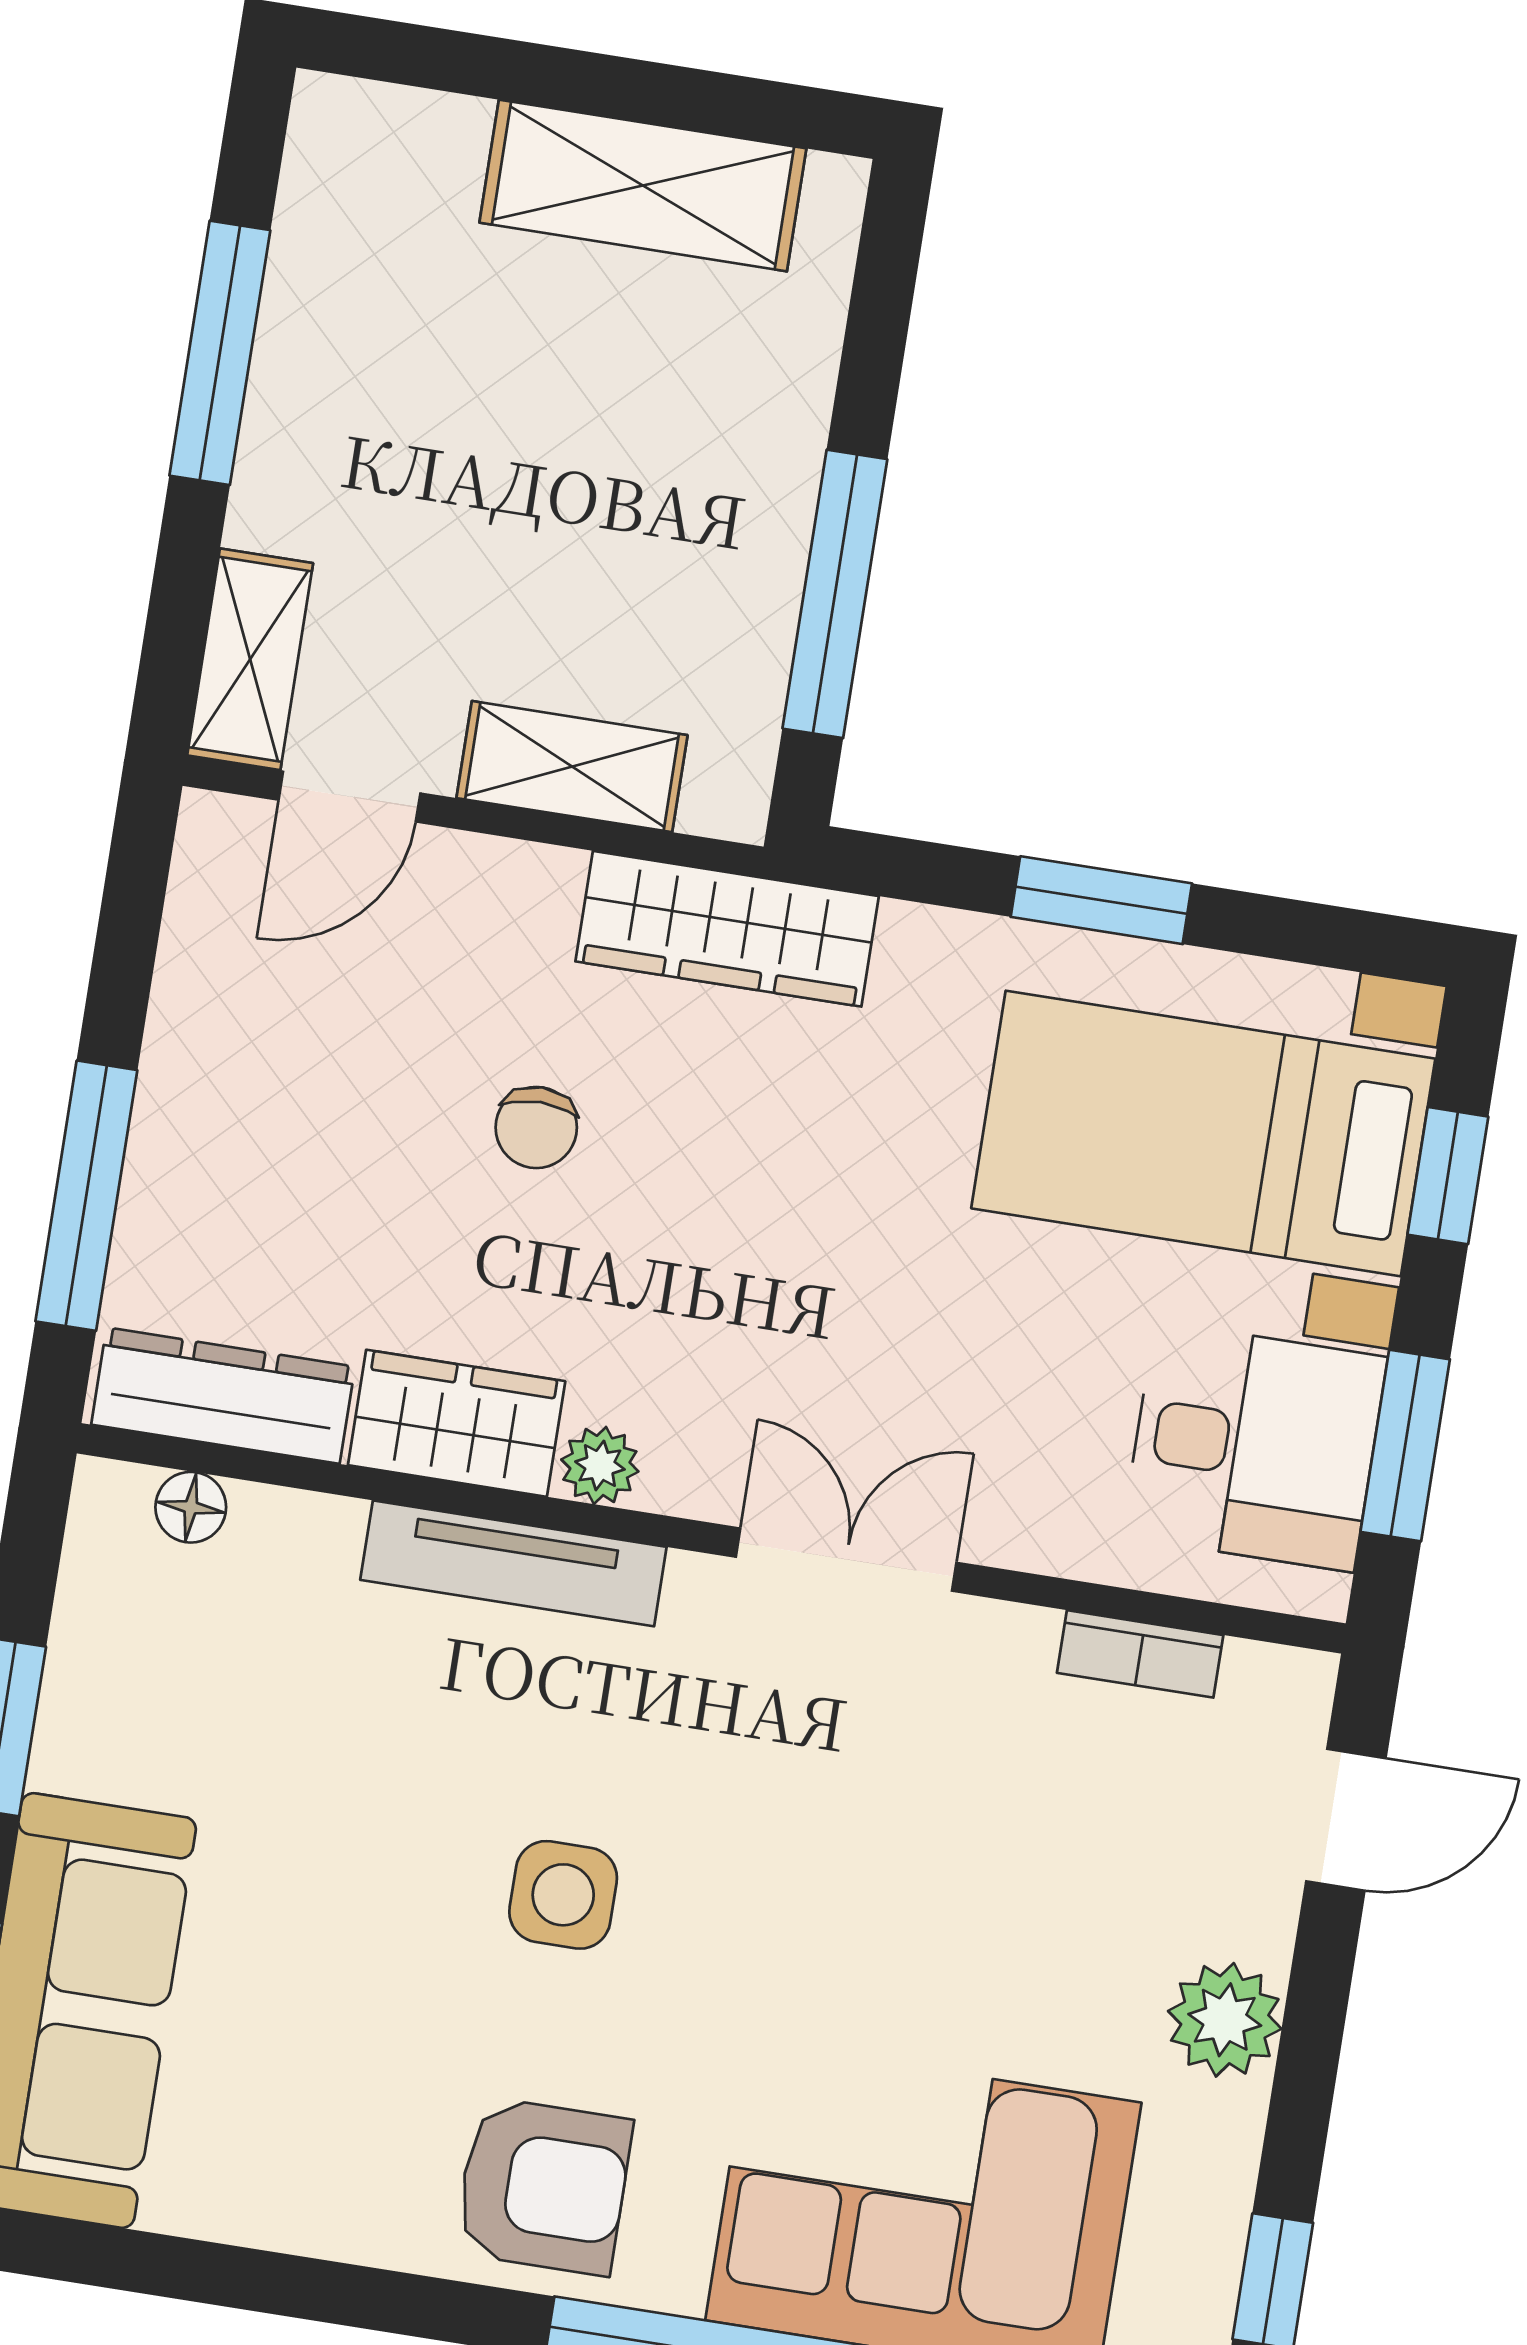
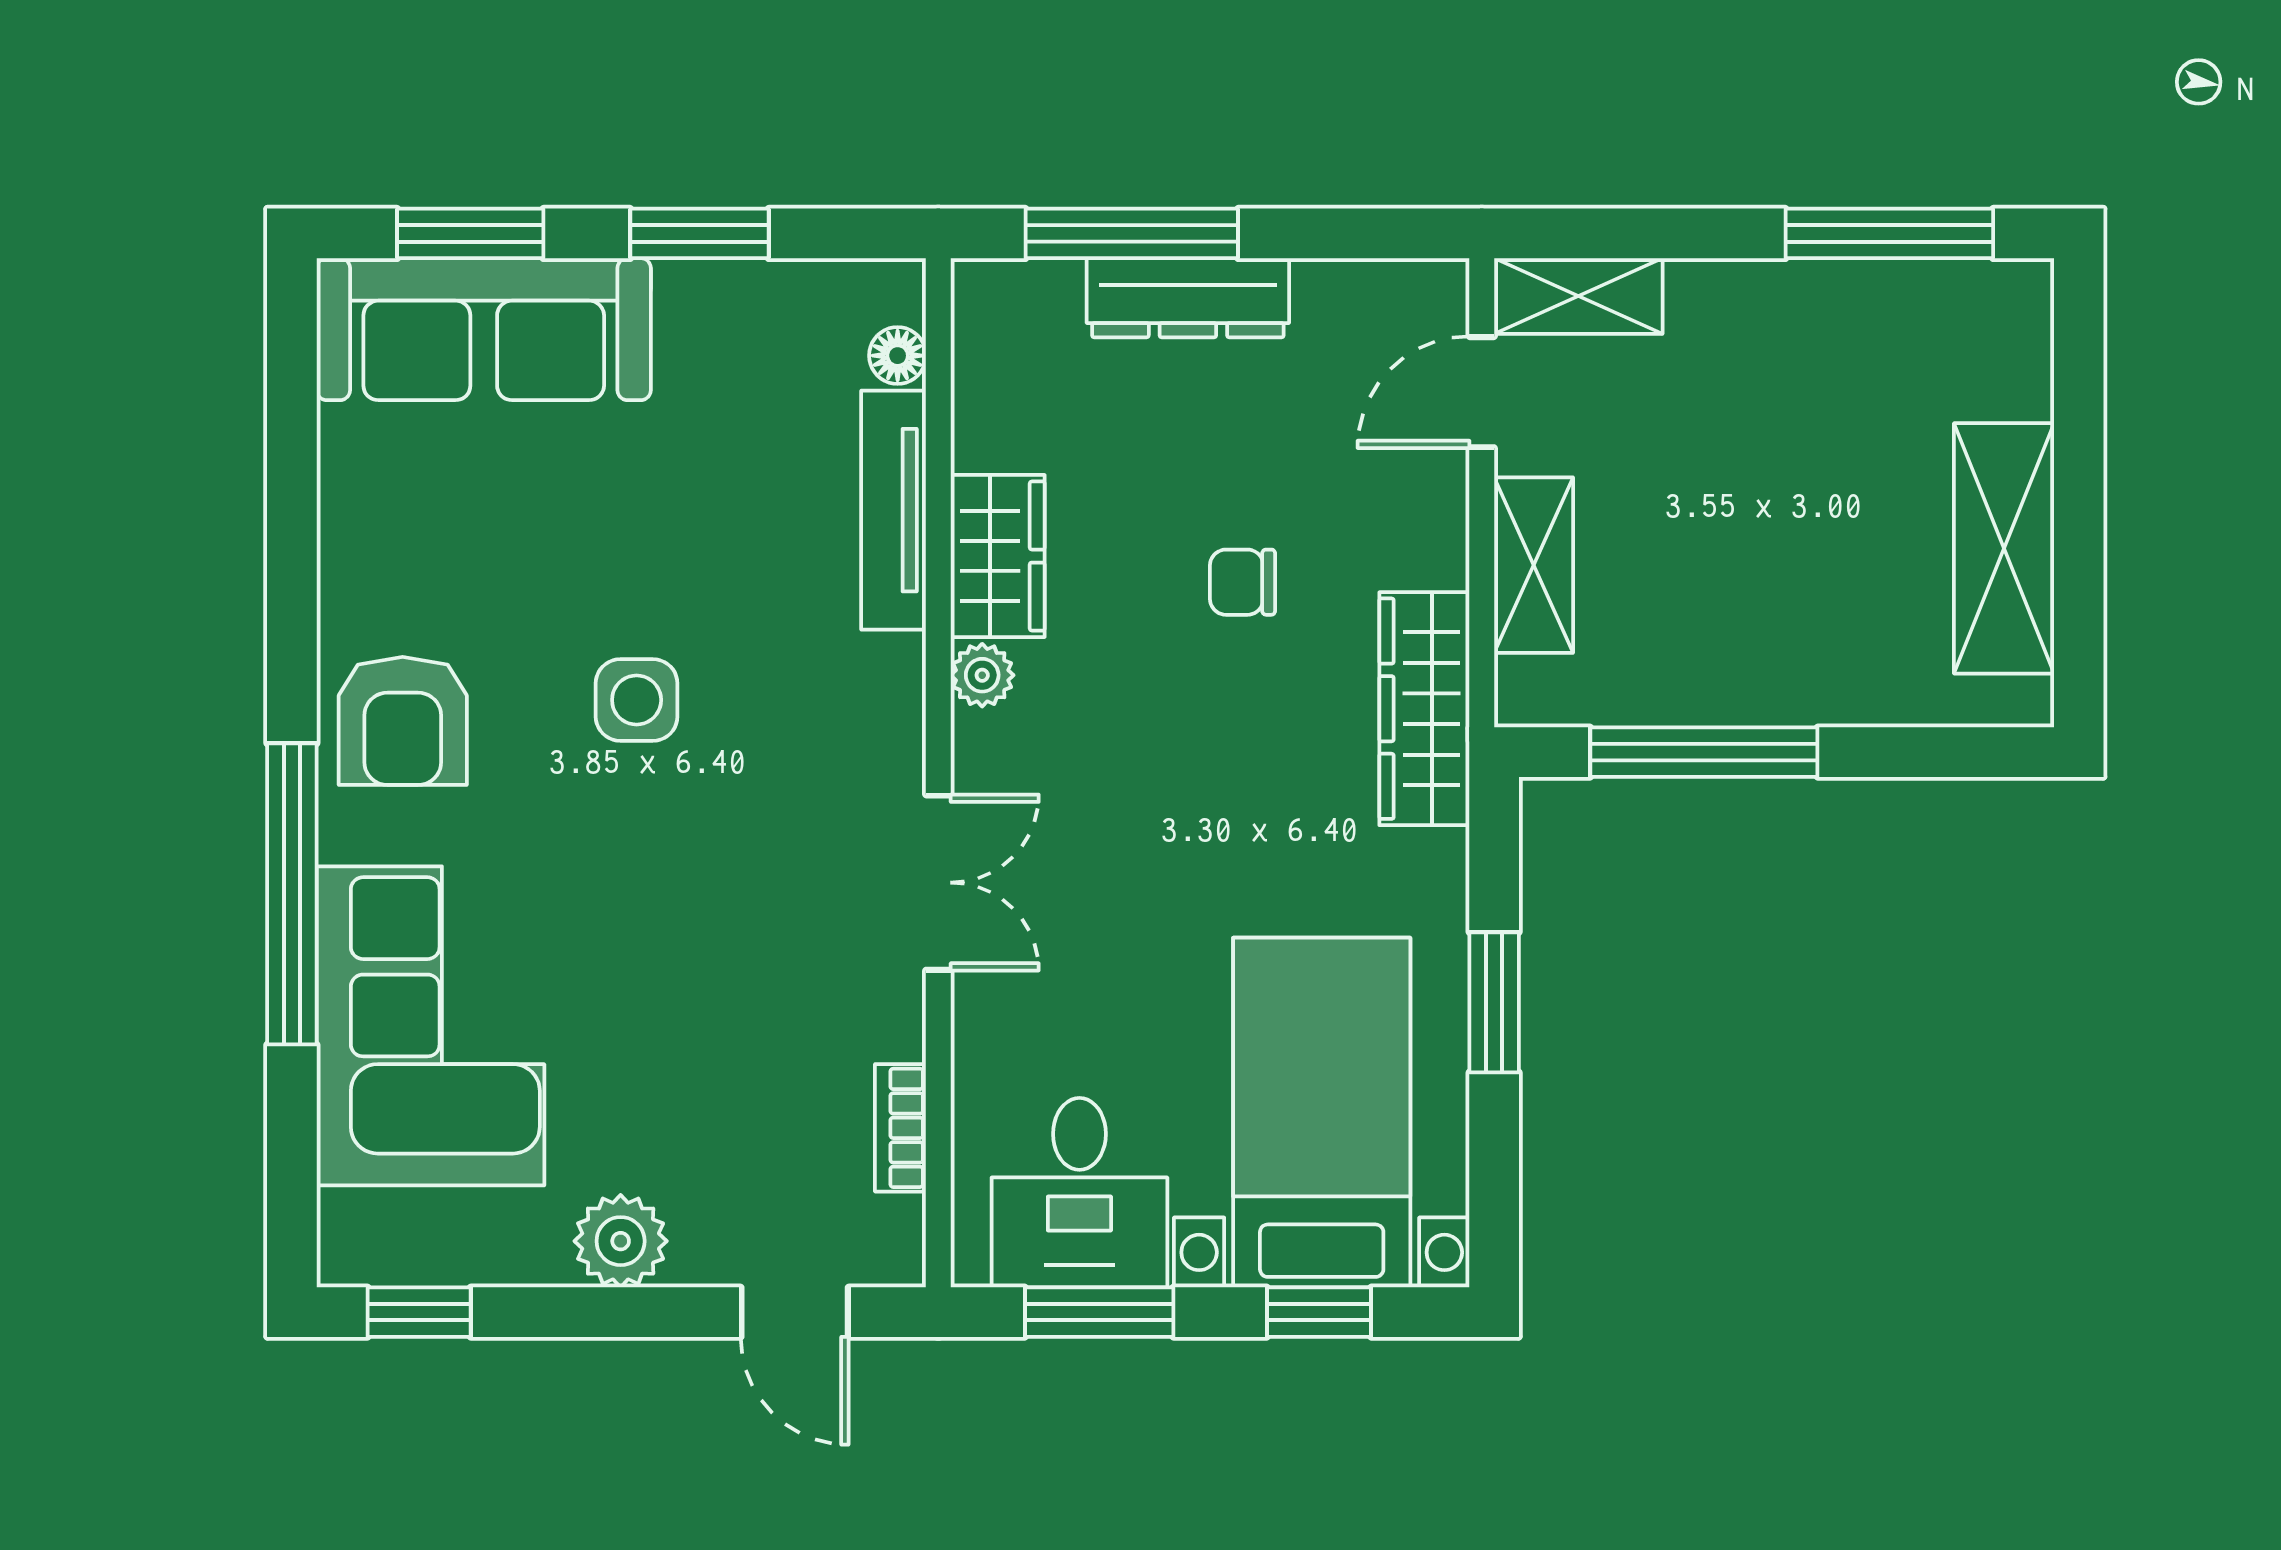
window: (220, 353) -> (1889, 233), moved
door: (349, 797) -> (1482, 392), hinge flipped
dresser: (223, 1396) -> (1188, 298), moved, turned 90
tv unit: (513, 1563) -> (894, 510), moved

